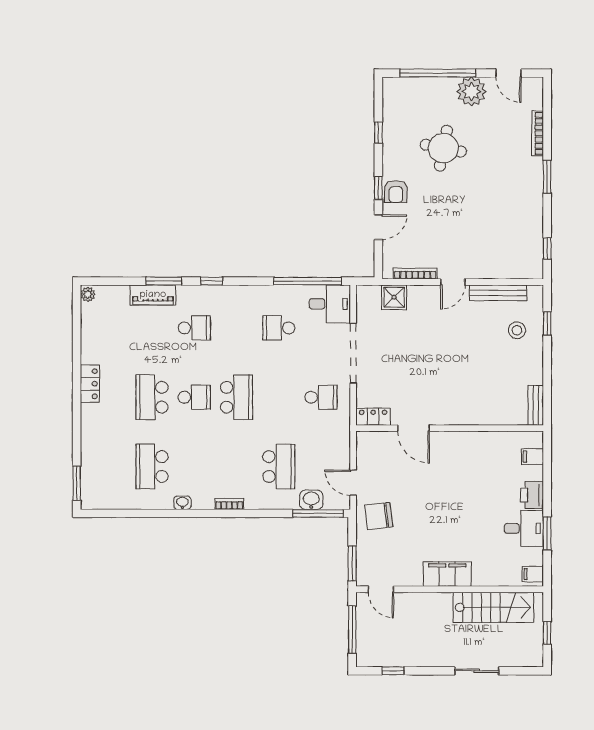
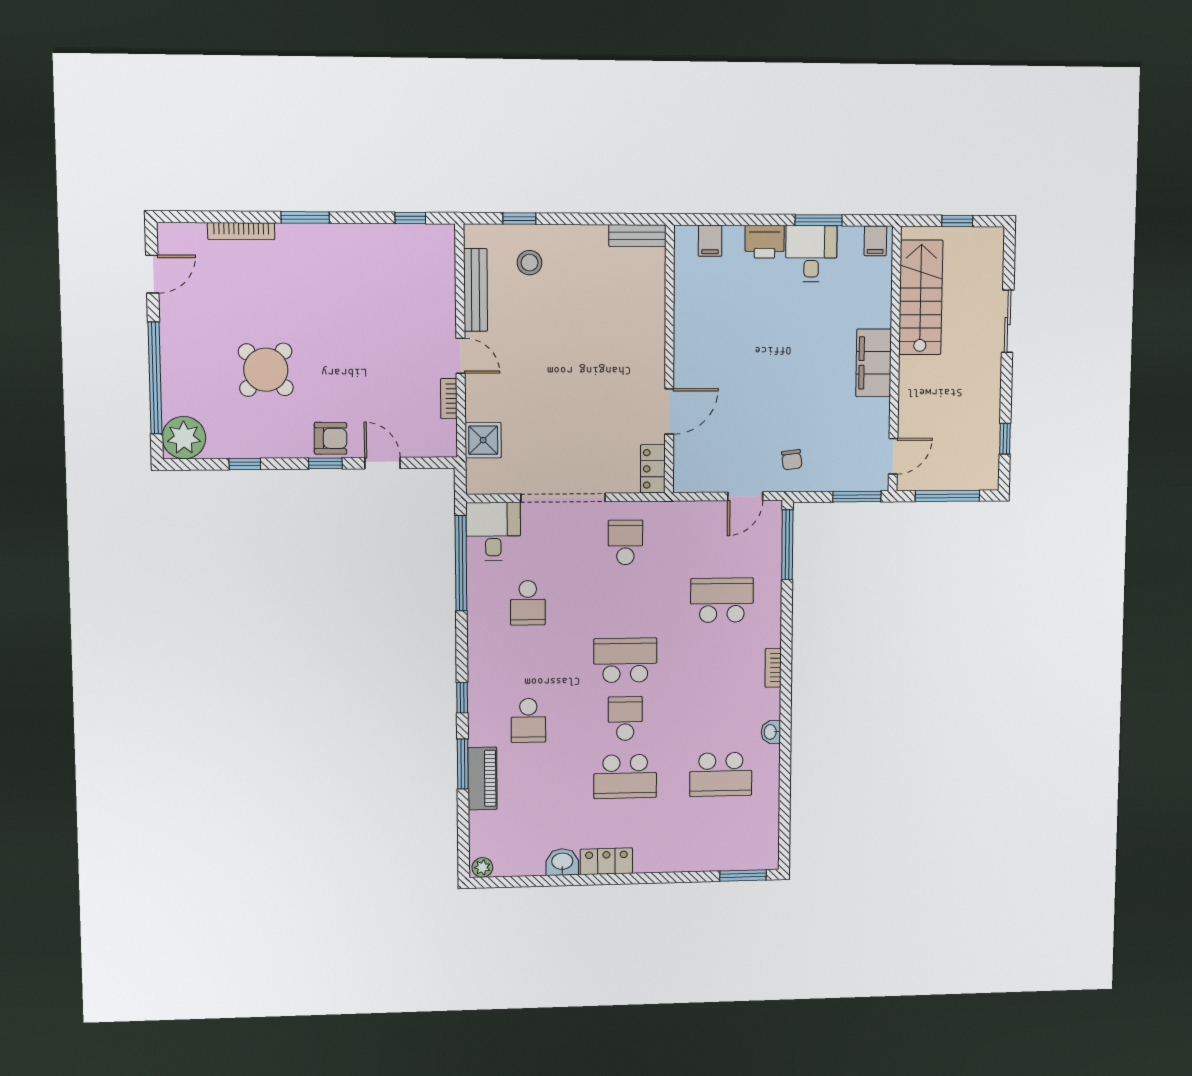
plant: (471, 91) -> (184, 438), moved
round table: (443, 148) -> (266, 370), turned 33
bookcase: (415, 274) -> (449, 399), width x0.64
school desk: (194, 328) -> (528, 720), turned 180
washbasin: (311, 500) -> (562, 862), moved, turned 90
chair: (379, 516) -> (792, 460), width x0.54, depth x0.54

